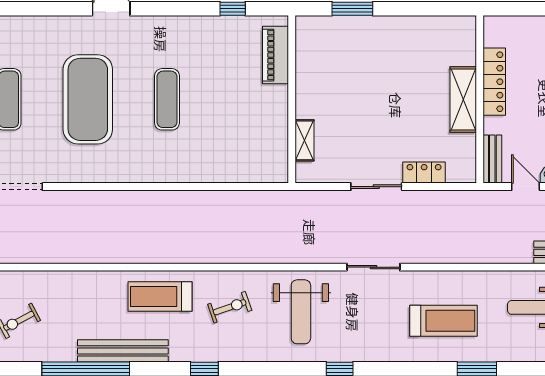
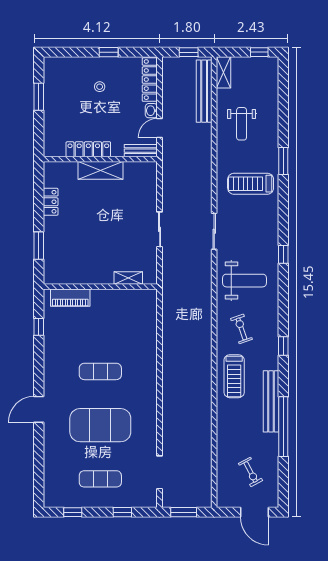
locker: (424, 173) -> (51, 202), moved, turned 180
treadmill: (444, 321) -> (251, 184), turned -90

